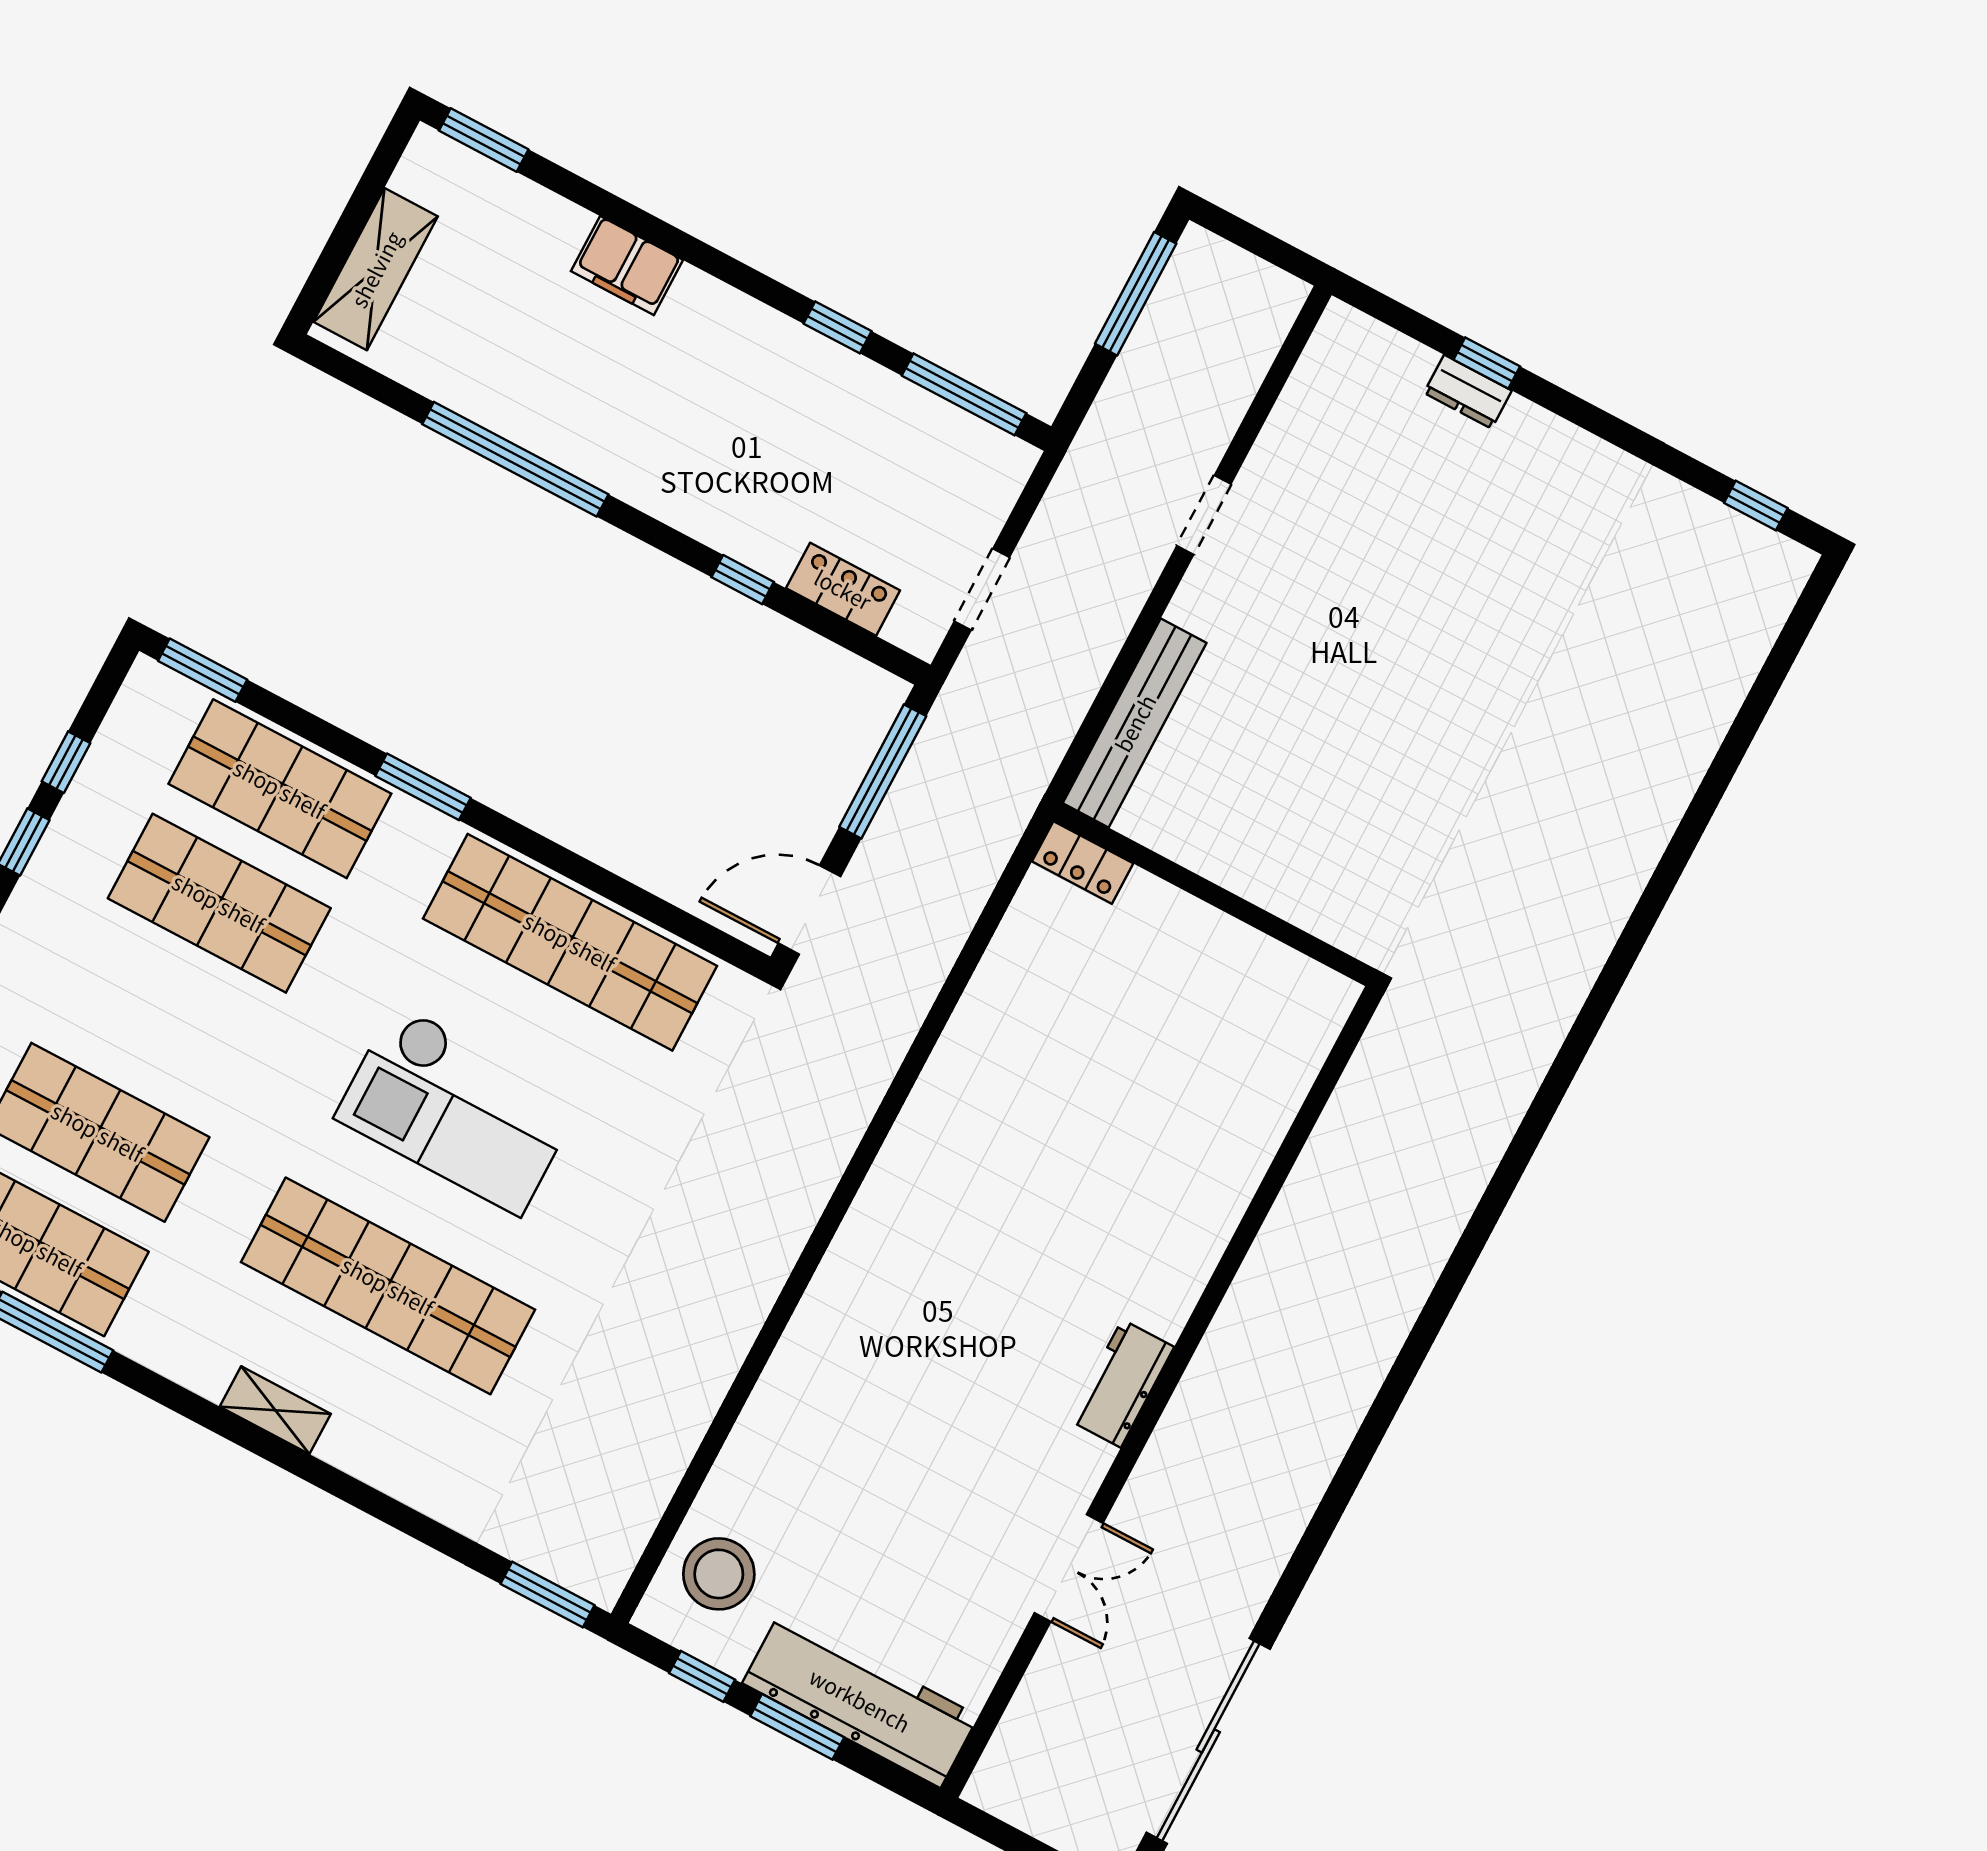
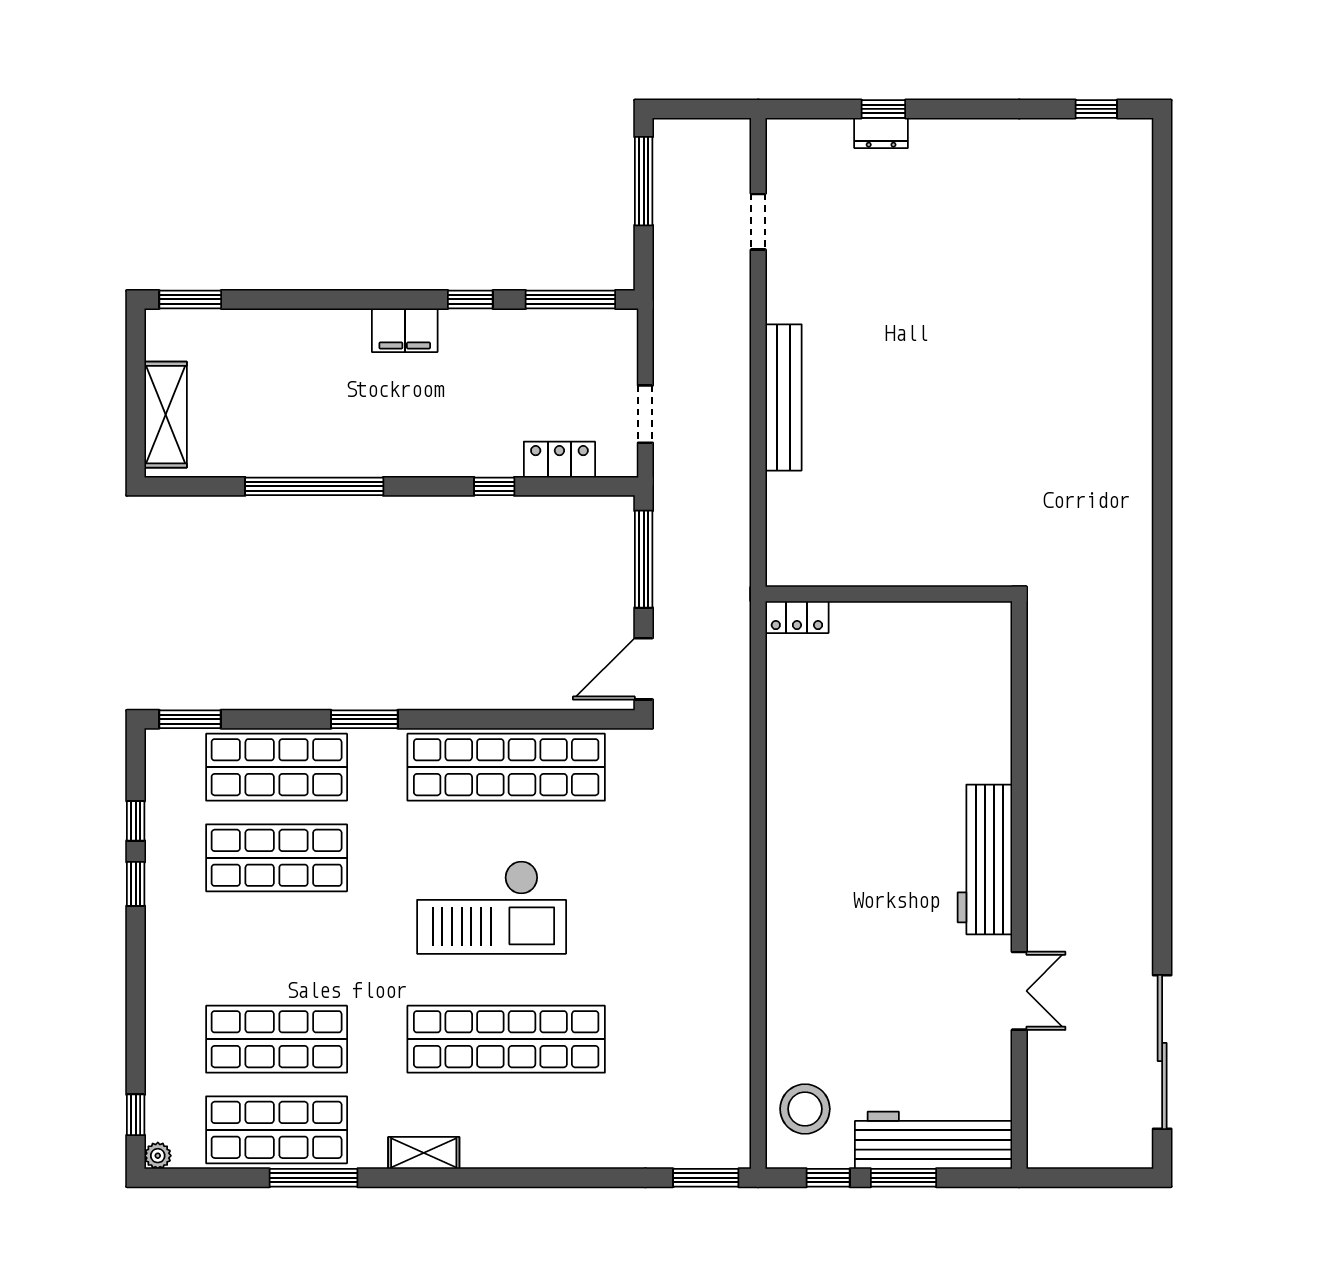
filing cabinet: (627, 266) -> (405, 330), moved
doorway: (1204, 515) -> (758, 222), moved
bench: (1135, 723) -> (783, 397), moved
locker: (1083, 862) -> (797, 617), moved
wall: (1214, 895) -> (889, 594), moved
workbench: (1121, 1383) -> (985, 859), width x1.88, depth x1.32
shelving: (275, 1410) -> (424, 1153), moved

